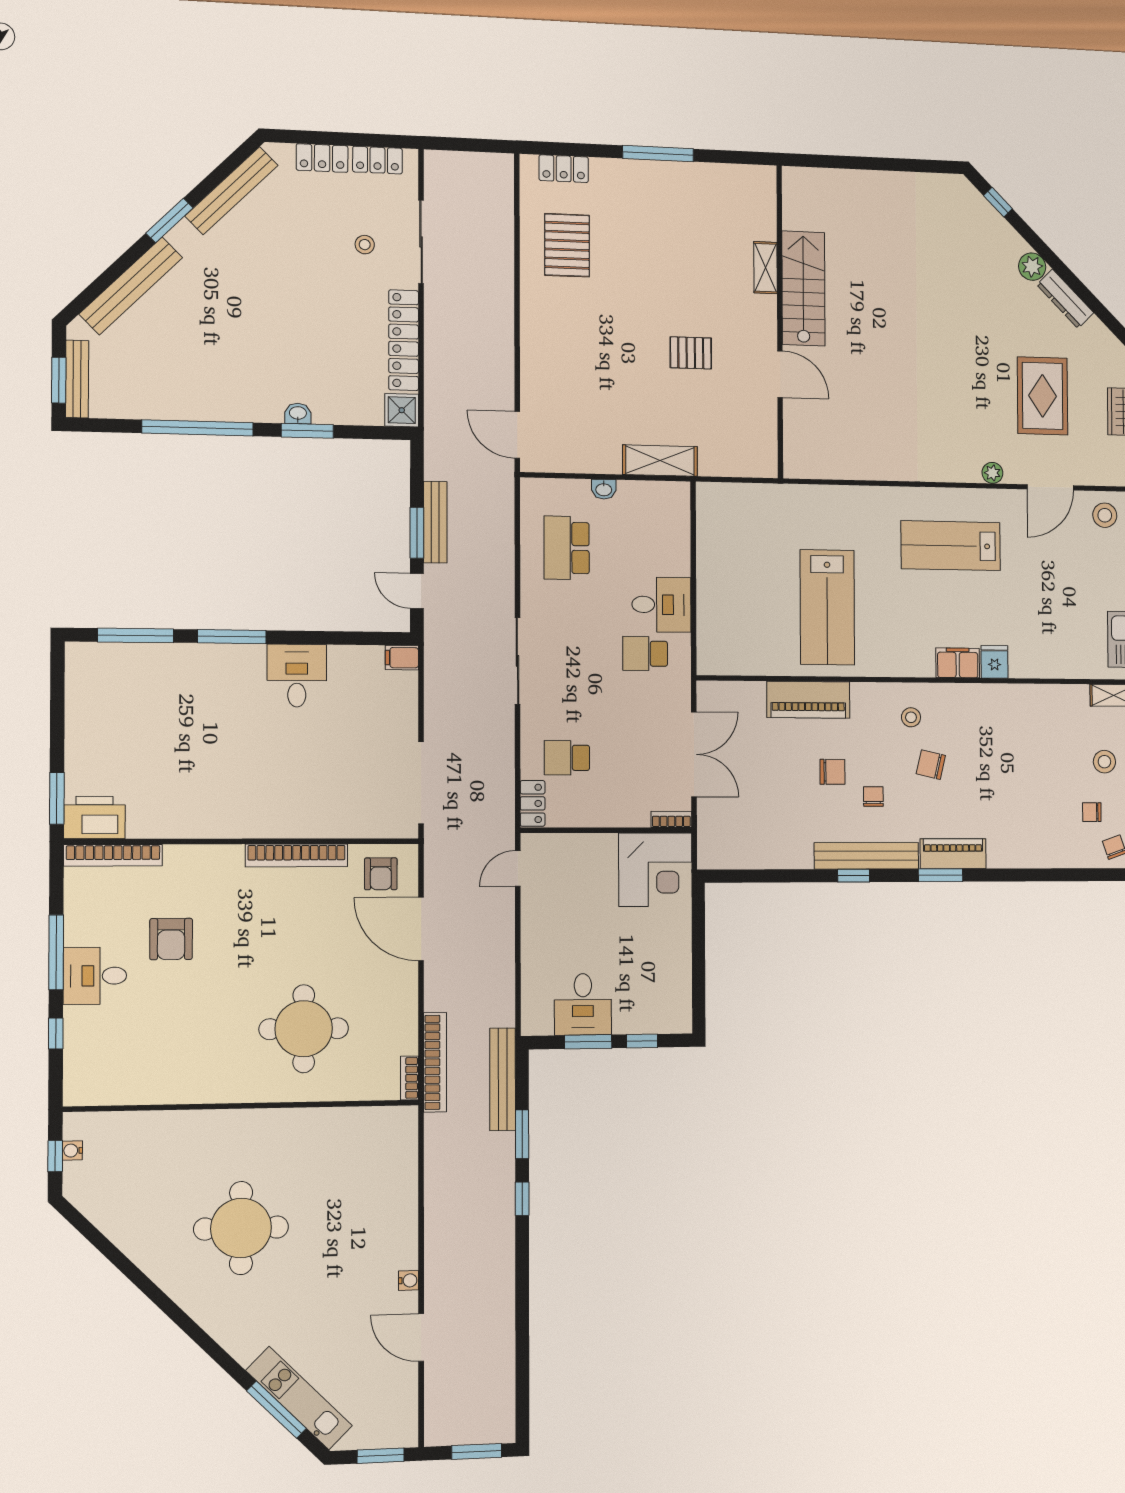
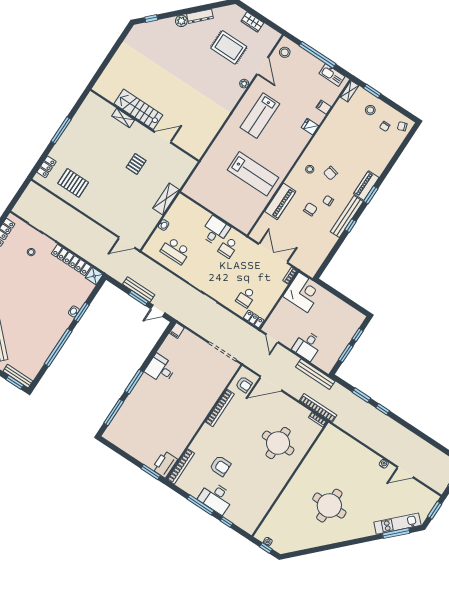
filing cabinet: (958, 663) -> (324, 107), moved, width x0.50
desk: (95, 976) -> (216, 498), width x1.37
desk: (583, 1004) -> (307, 346), moved, turned 90
bench: (503, 1079) -> (315, 374), moved

